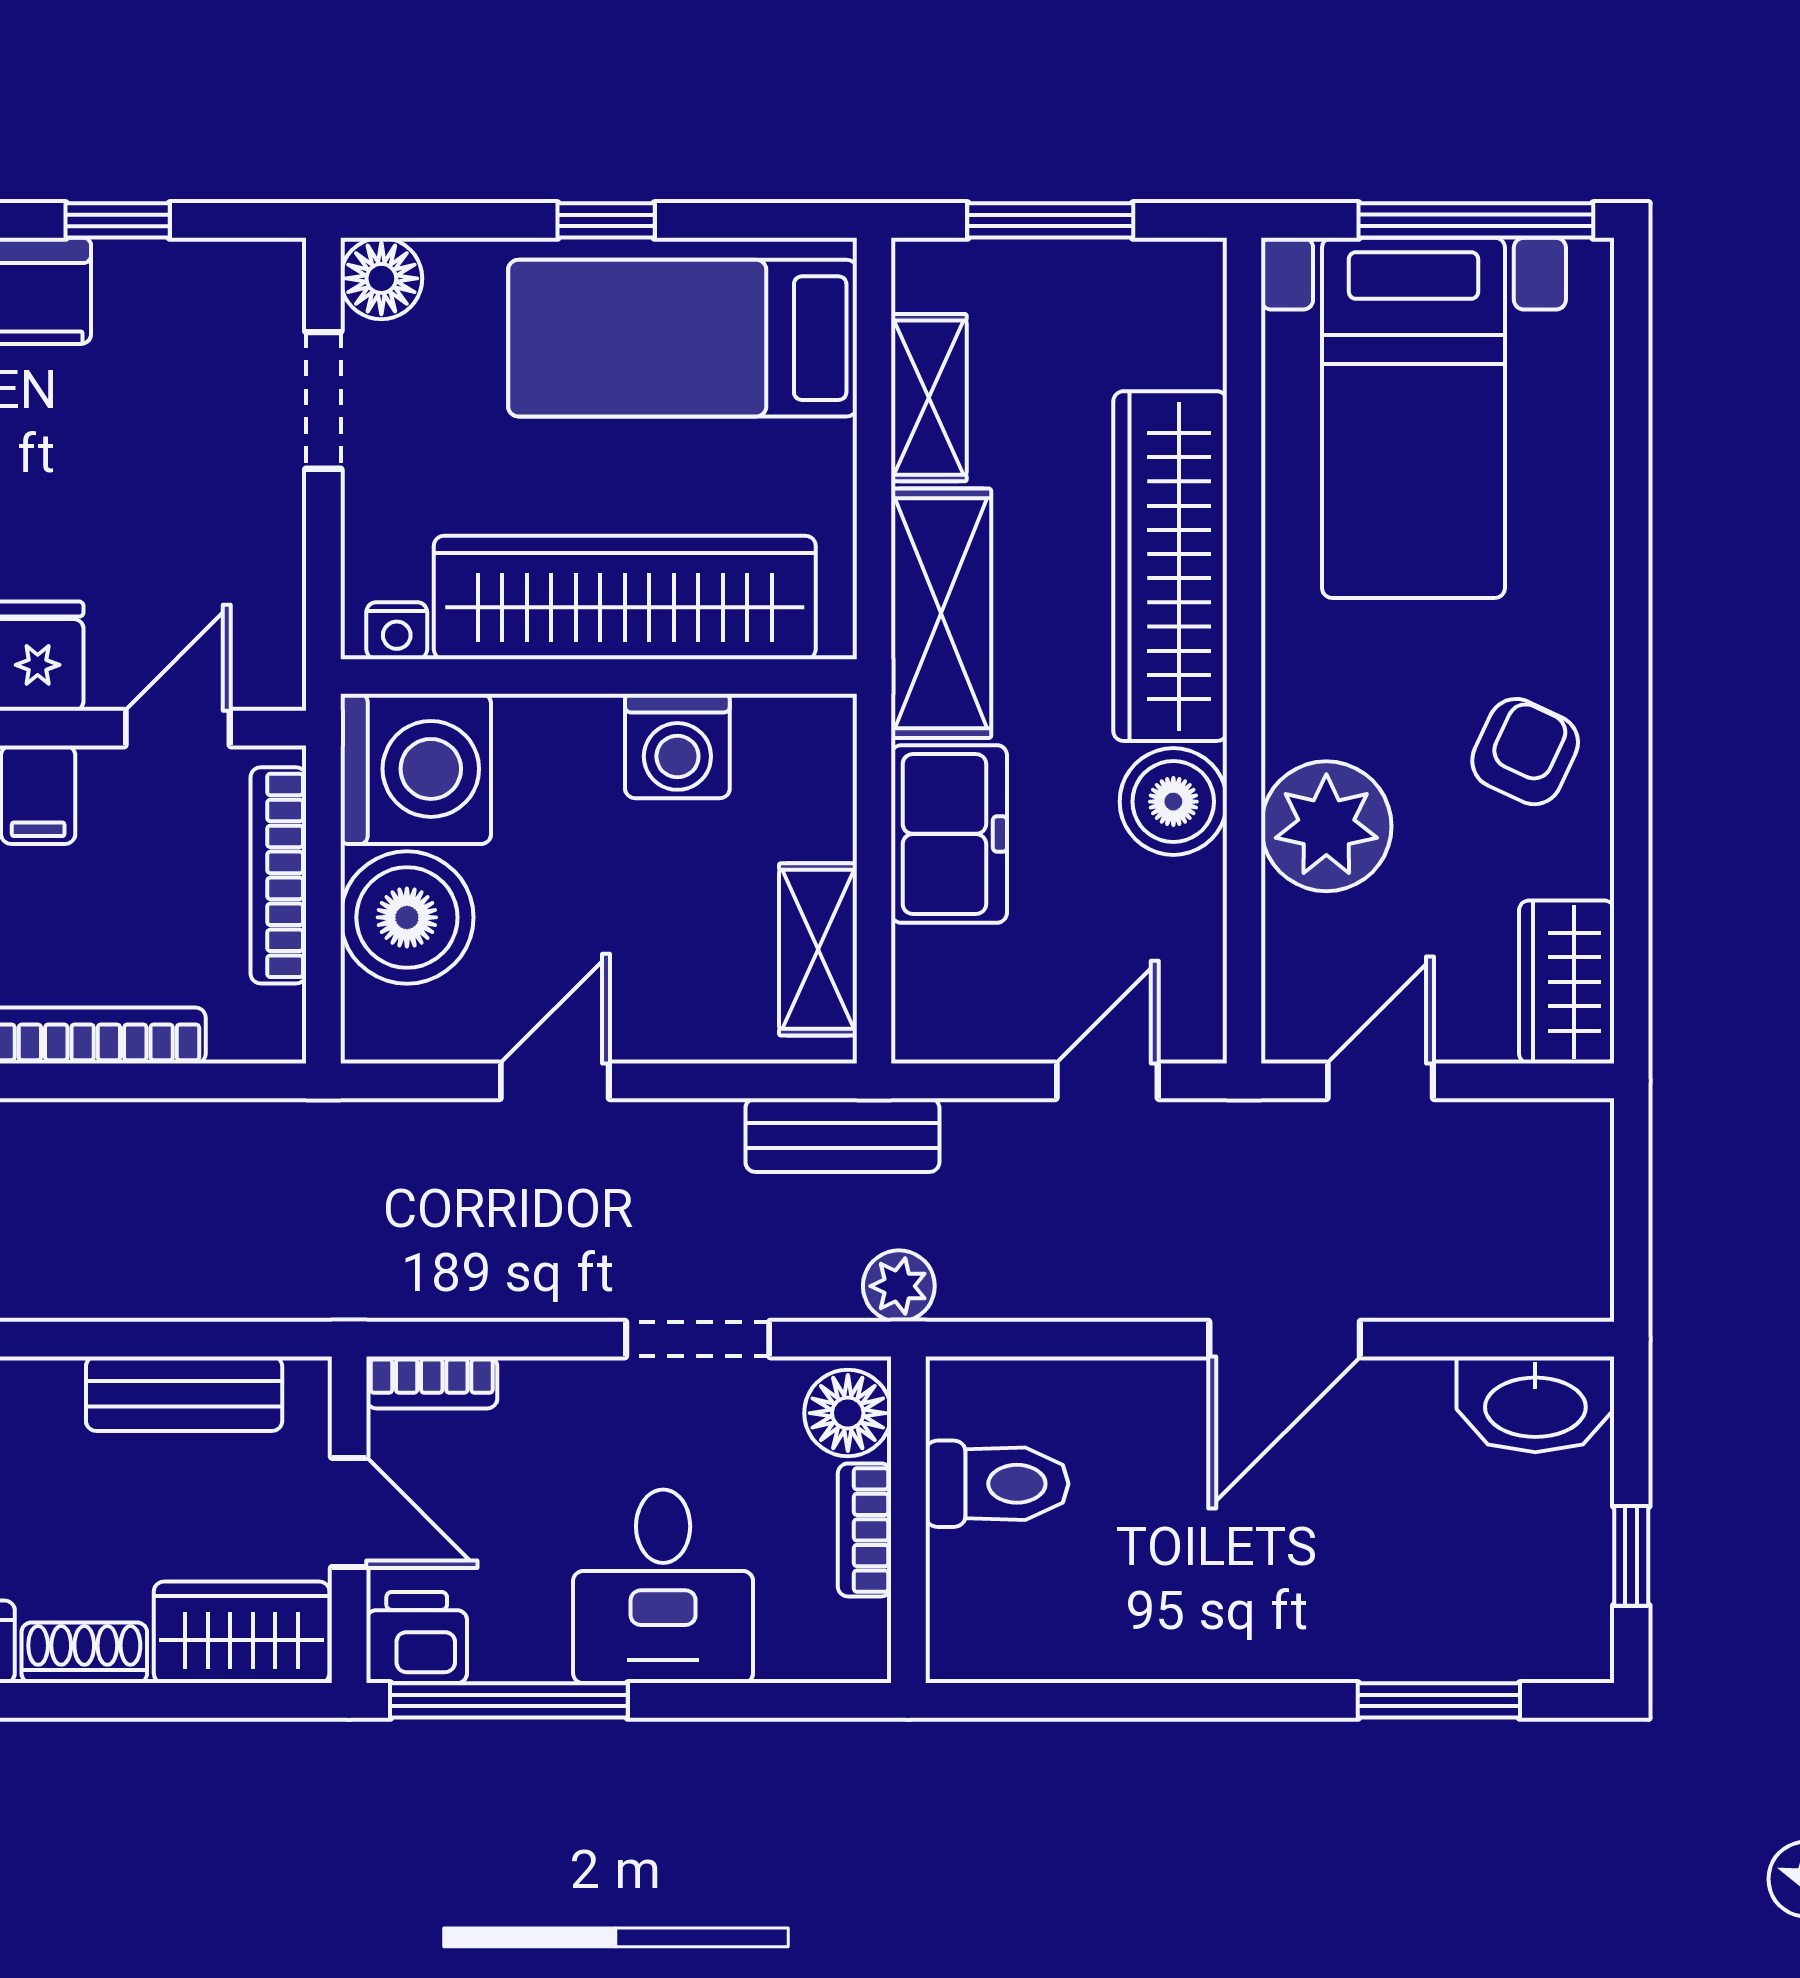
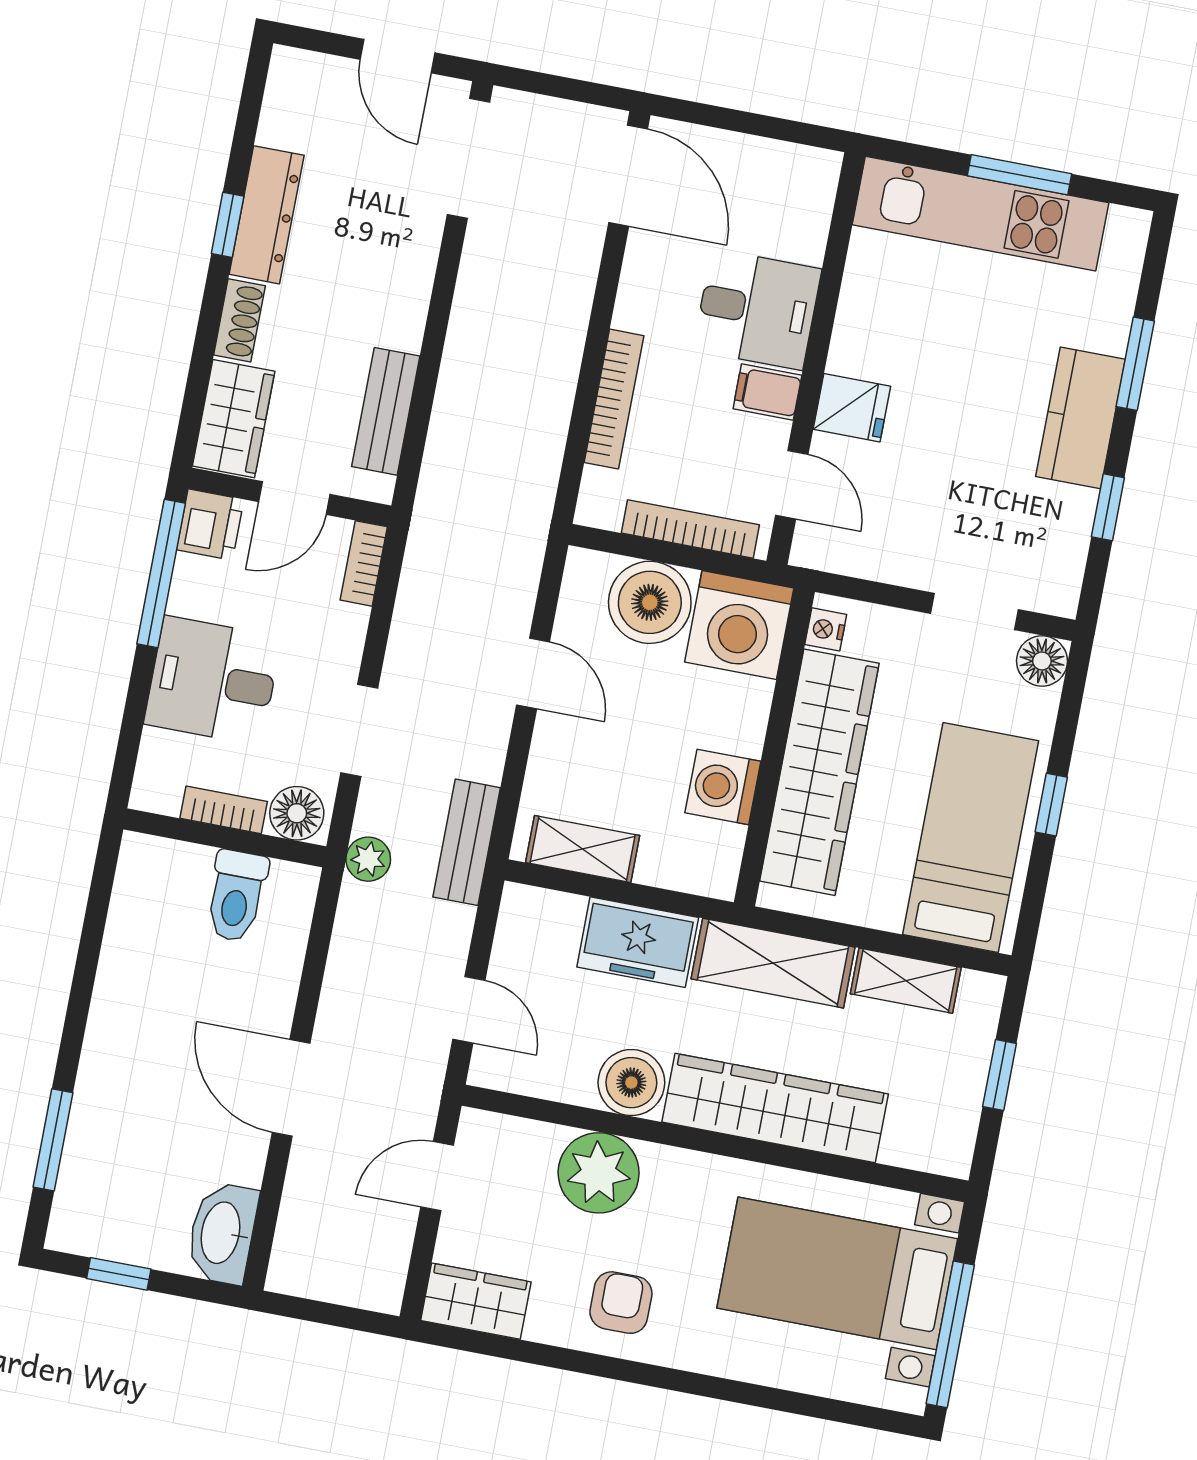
window: (1050, 220) -> (1000, 1075), width x0.67
armchair: (1525, 752) -> (621, 1303), turned -115
door: (1380, 1081) -> (437, 1176), swing flipped

